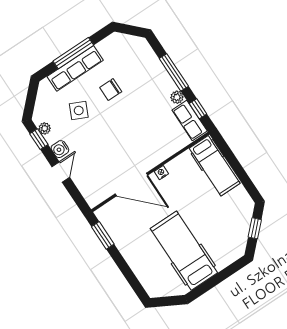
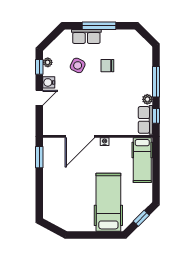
row of seats: (75, 68) -> (86, 36), width x0.68
door: (131, 185) -> (80, 136), hinge flipped
hospital bed: (184, 251) -> (108, 202), moved

